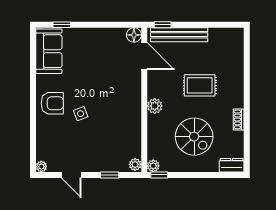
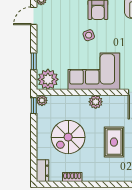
corner sofa: (121, 108) -> (94, 71), added
shoe rack: (239, 119) -> (72, 177), moved
plant: (135, 164) -> (48, 79), width x1.87, depth x1.87
door: (71, 175) -> (34, 16), moved

